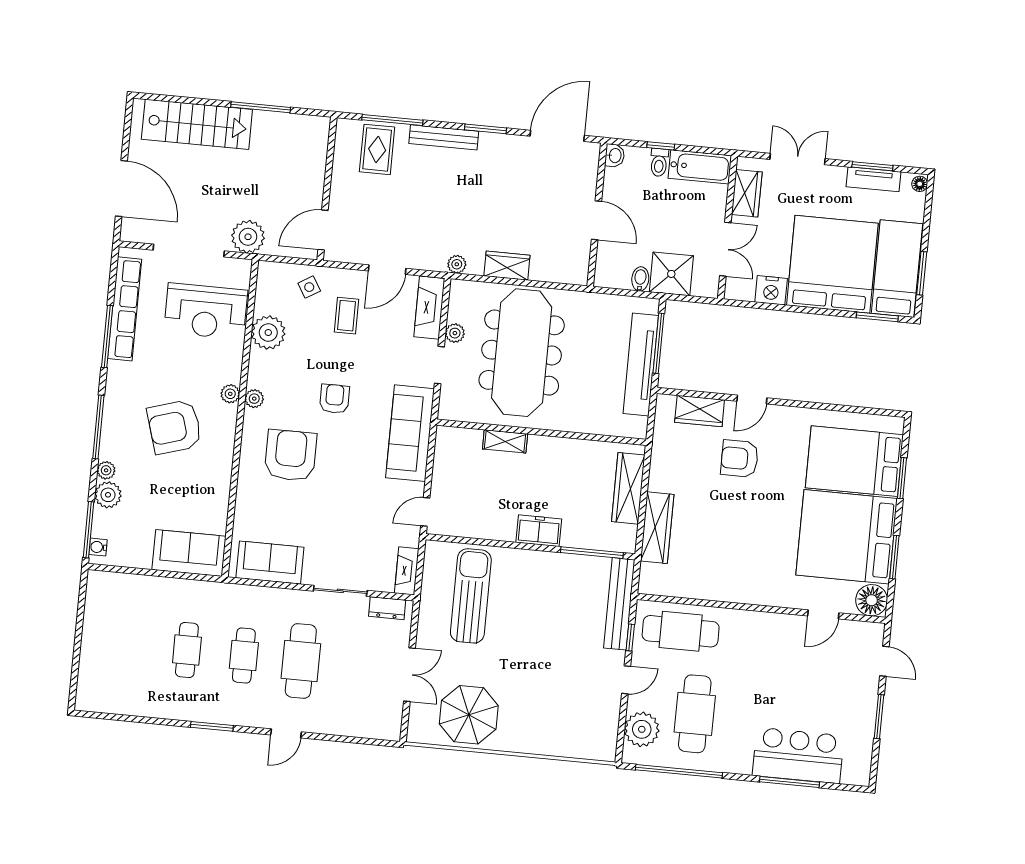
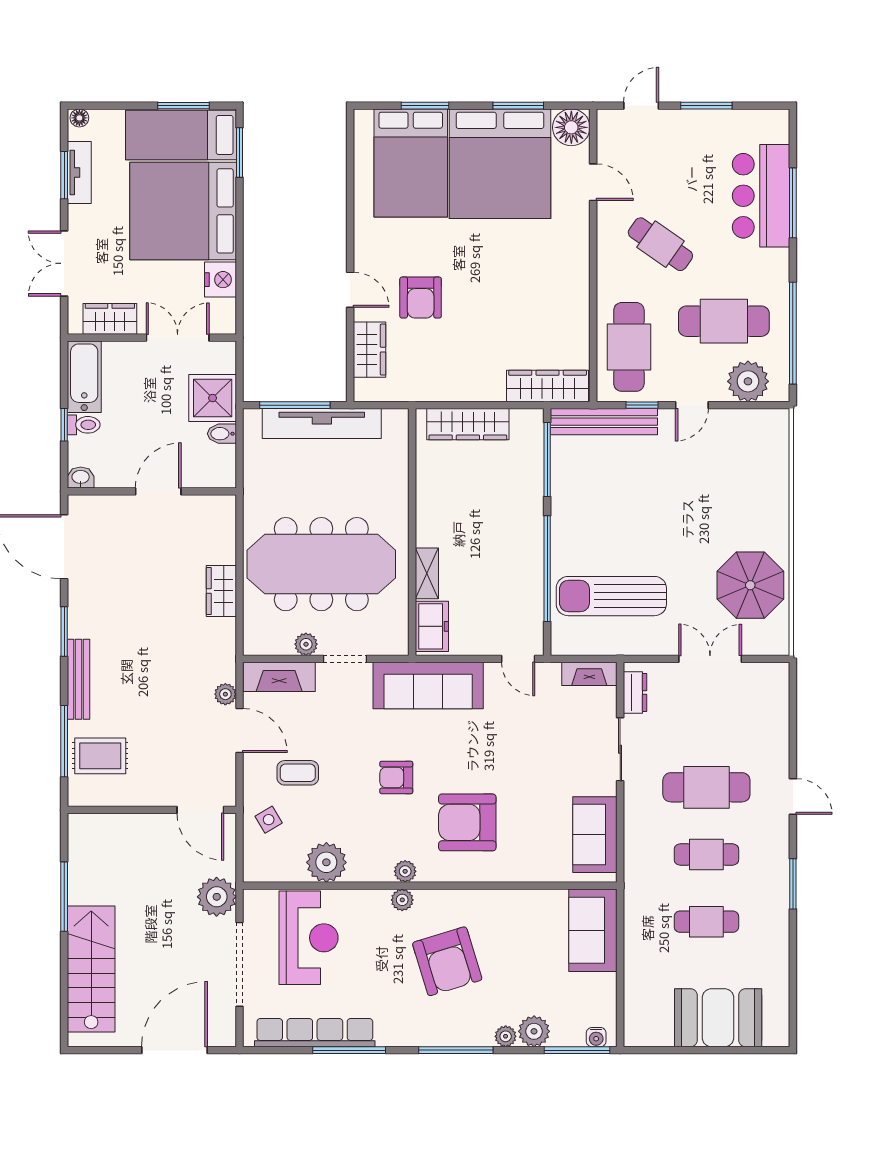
plant: (457, 264) -> (225, 694), moved
wardrobe: (657, 528) -> (548, 386), moved
freezer: (539, 531) -> (432, 626), moved, turned 180
window: (499, 544) -> (547, 569), added
booth: (104, 652) -> (718, 1018), added
cafe table: (765, 666) -> (660, 244), added
door: (626, 680) -> (692, 405), swing flipped

